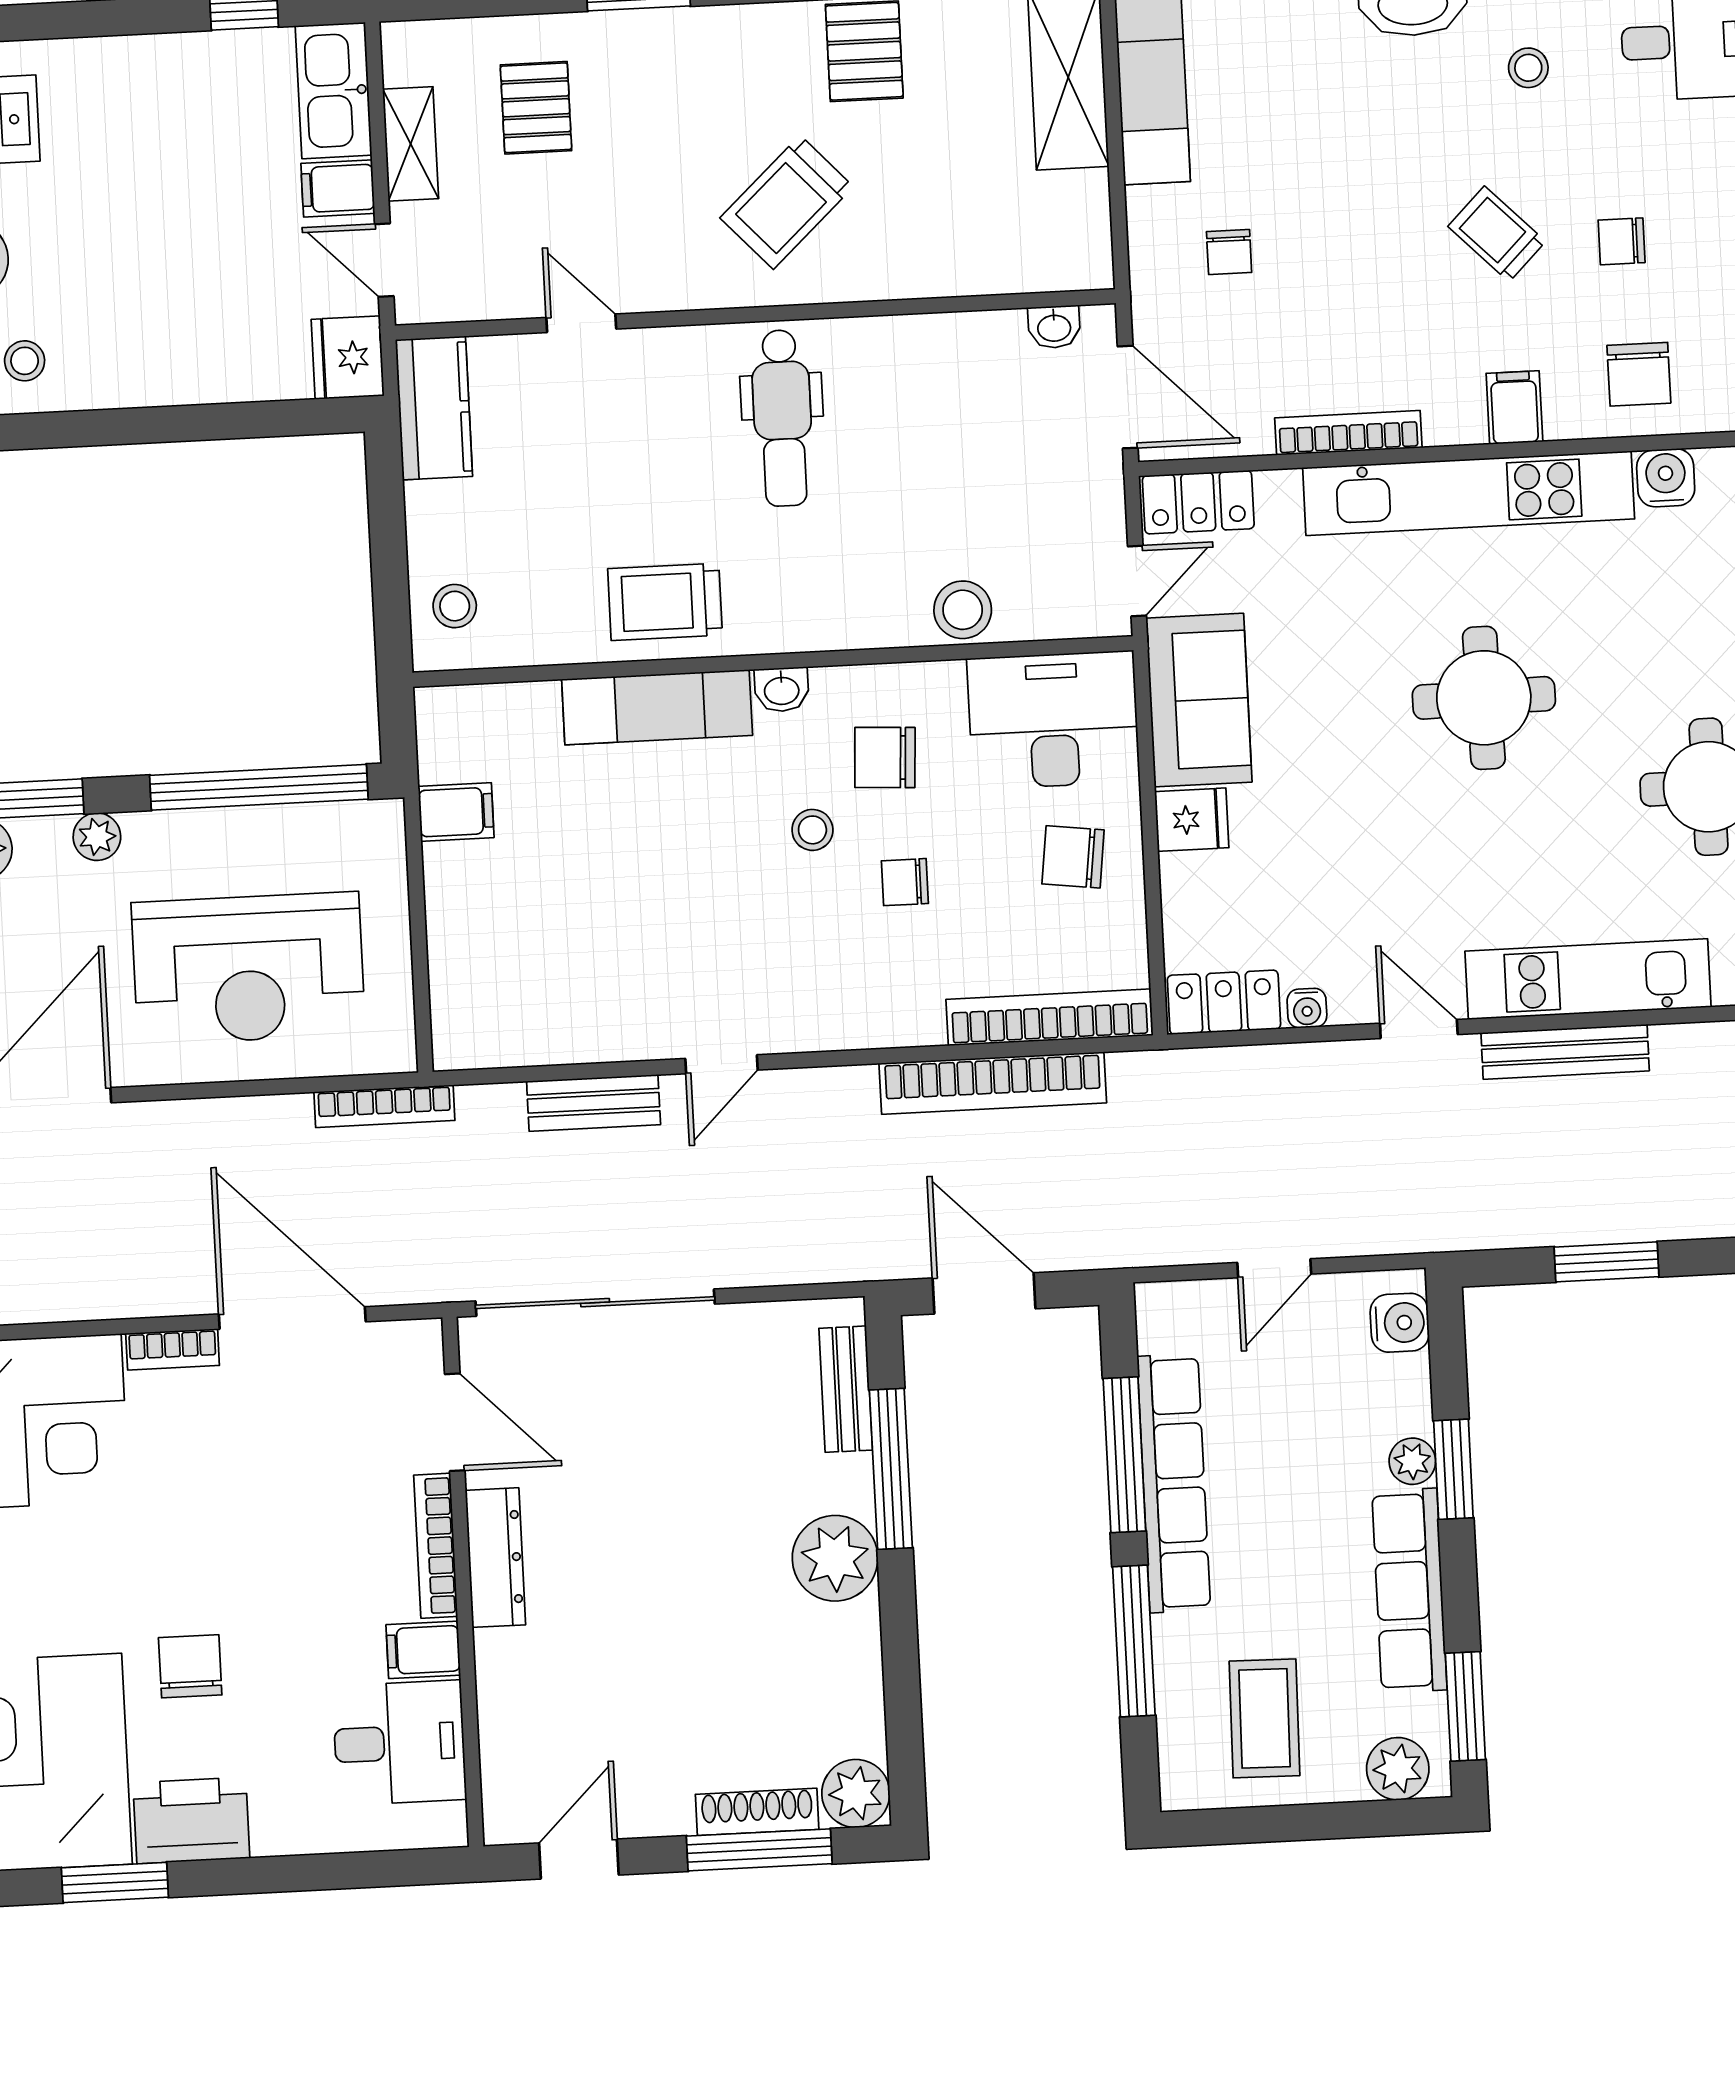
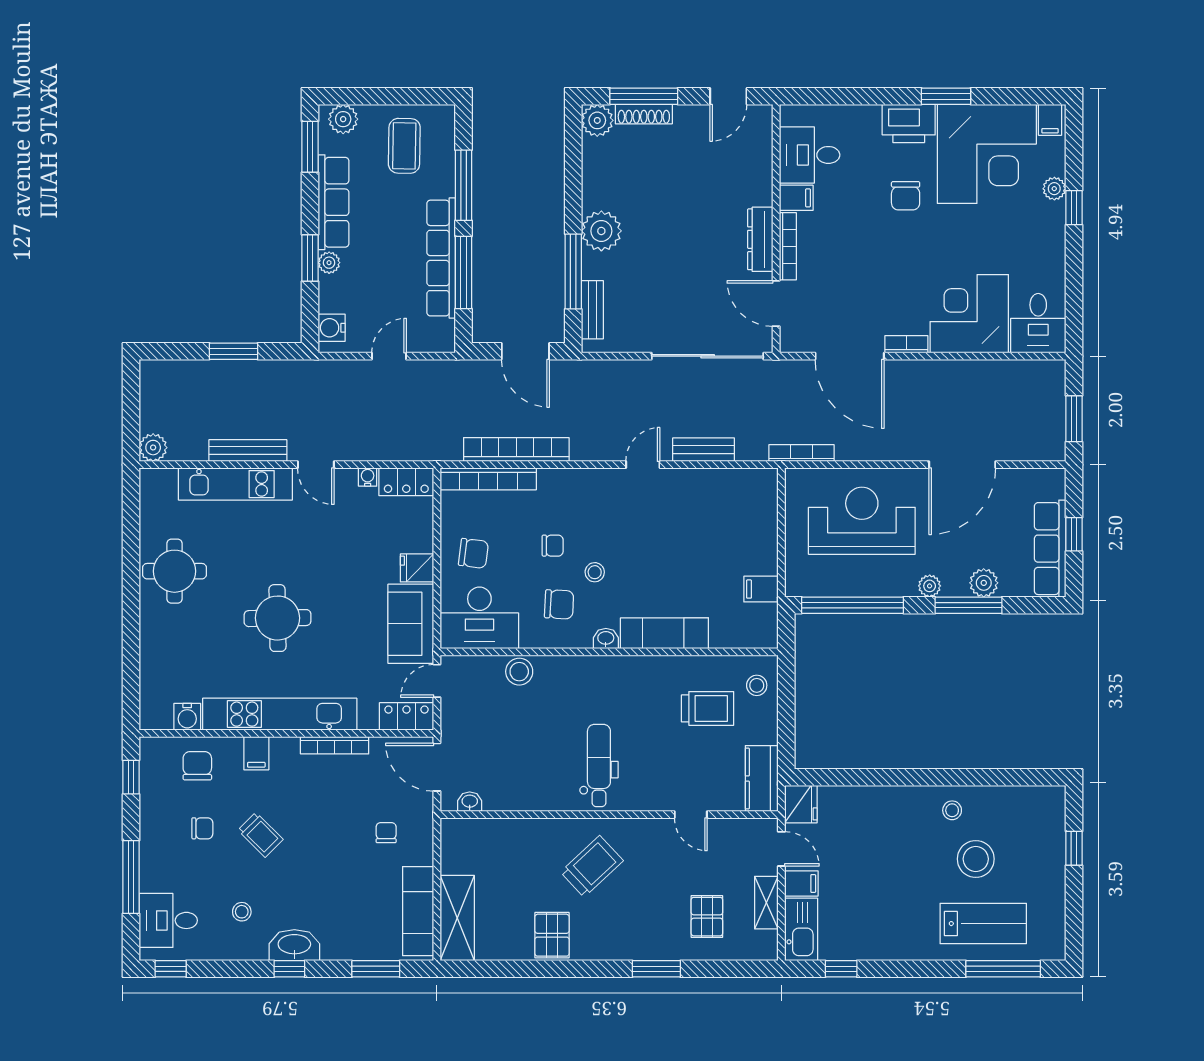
trolley: (665, 602) -> (708, 708), moved

